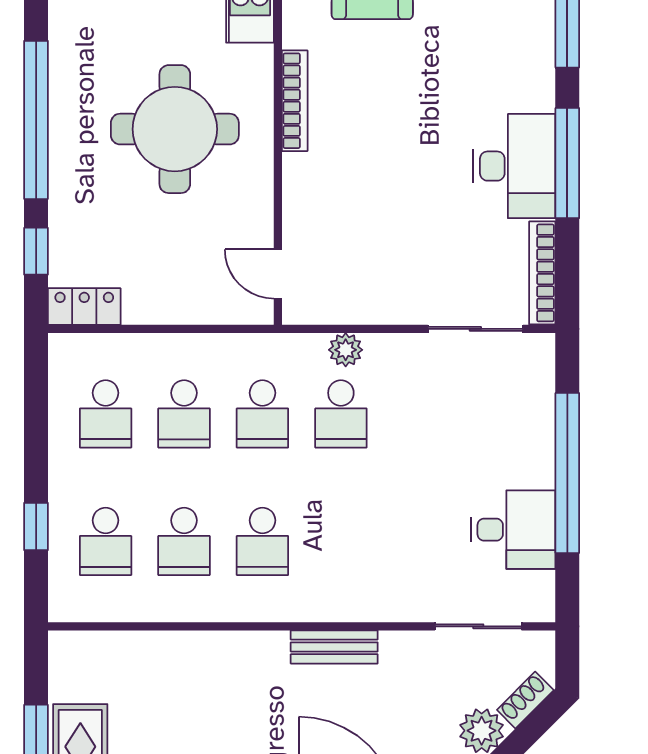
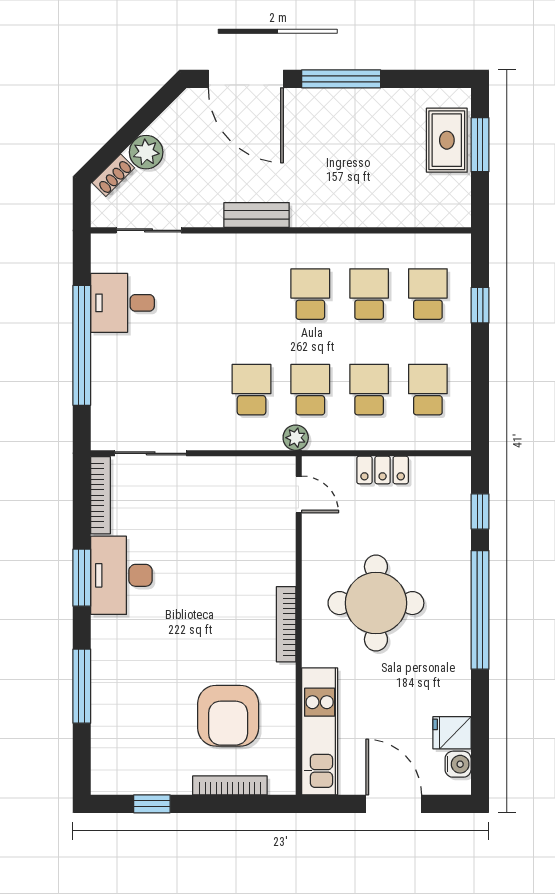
window: (567, 163) -> (82, 578), width x0.69
locker: (84, 307) -> (383, 470), moved
plant: (346, 350) -> (296, 438), moved

